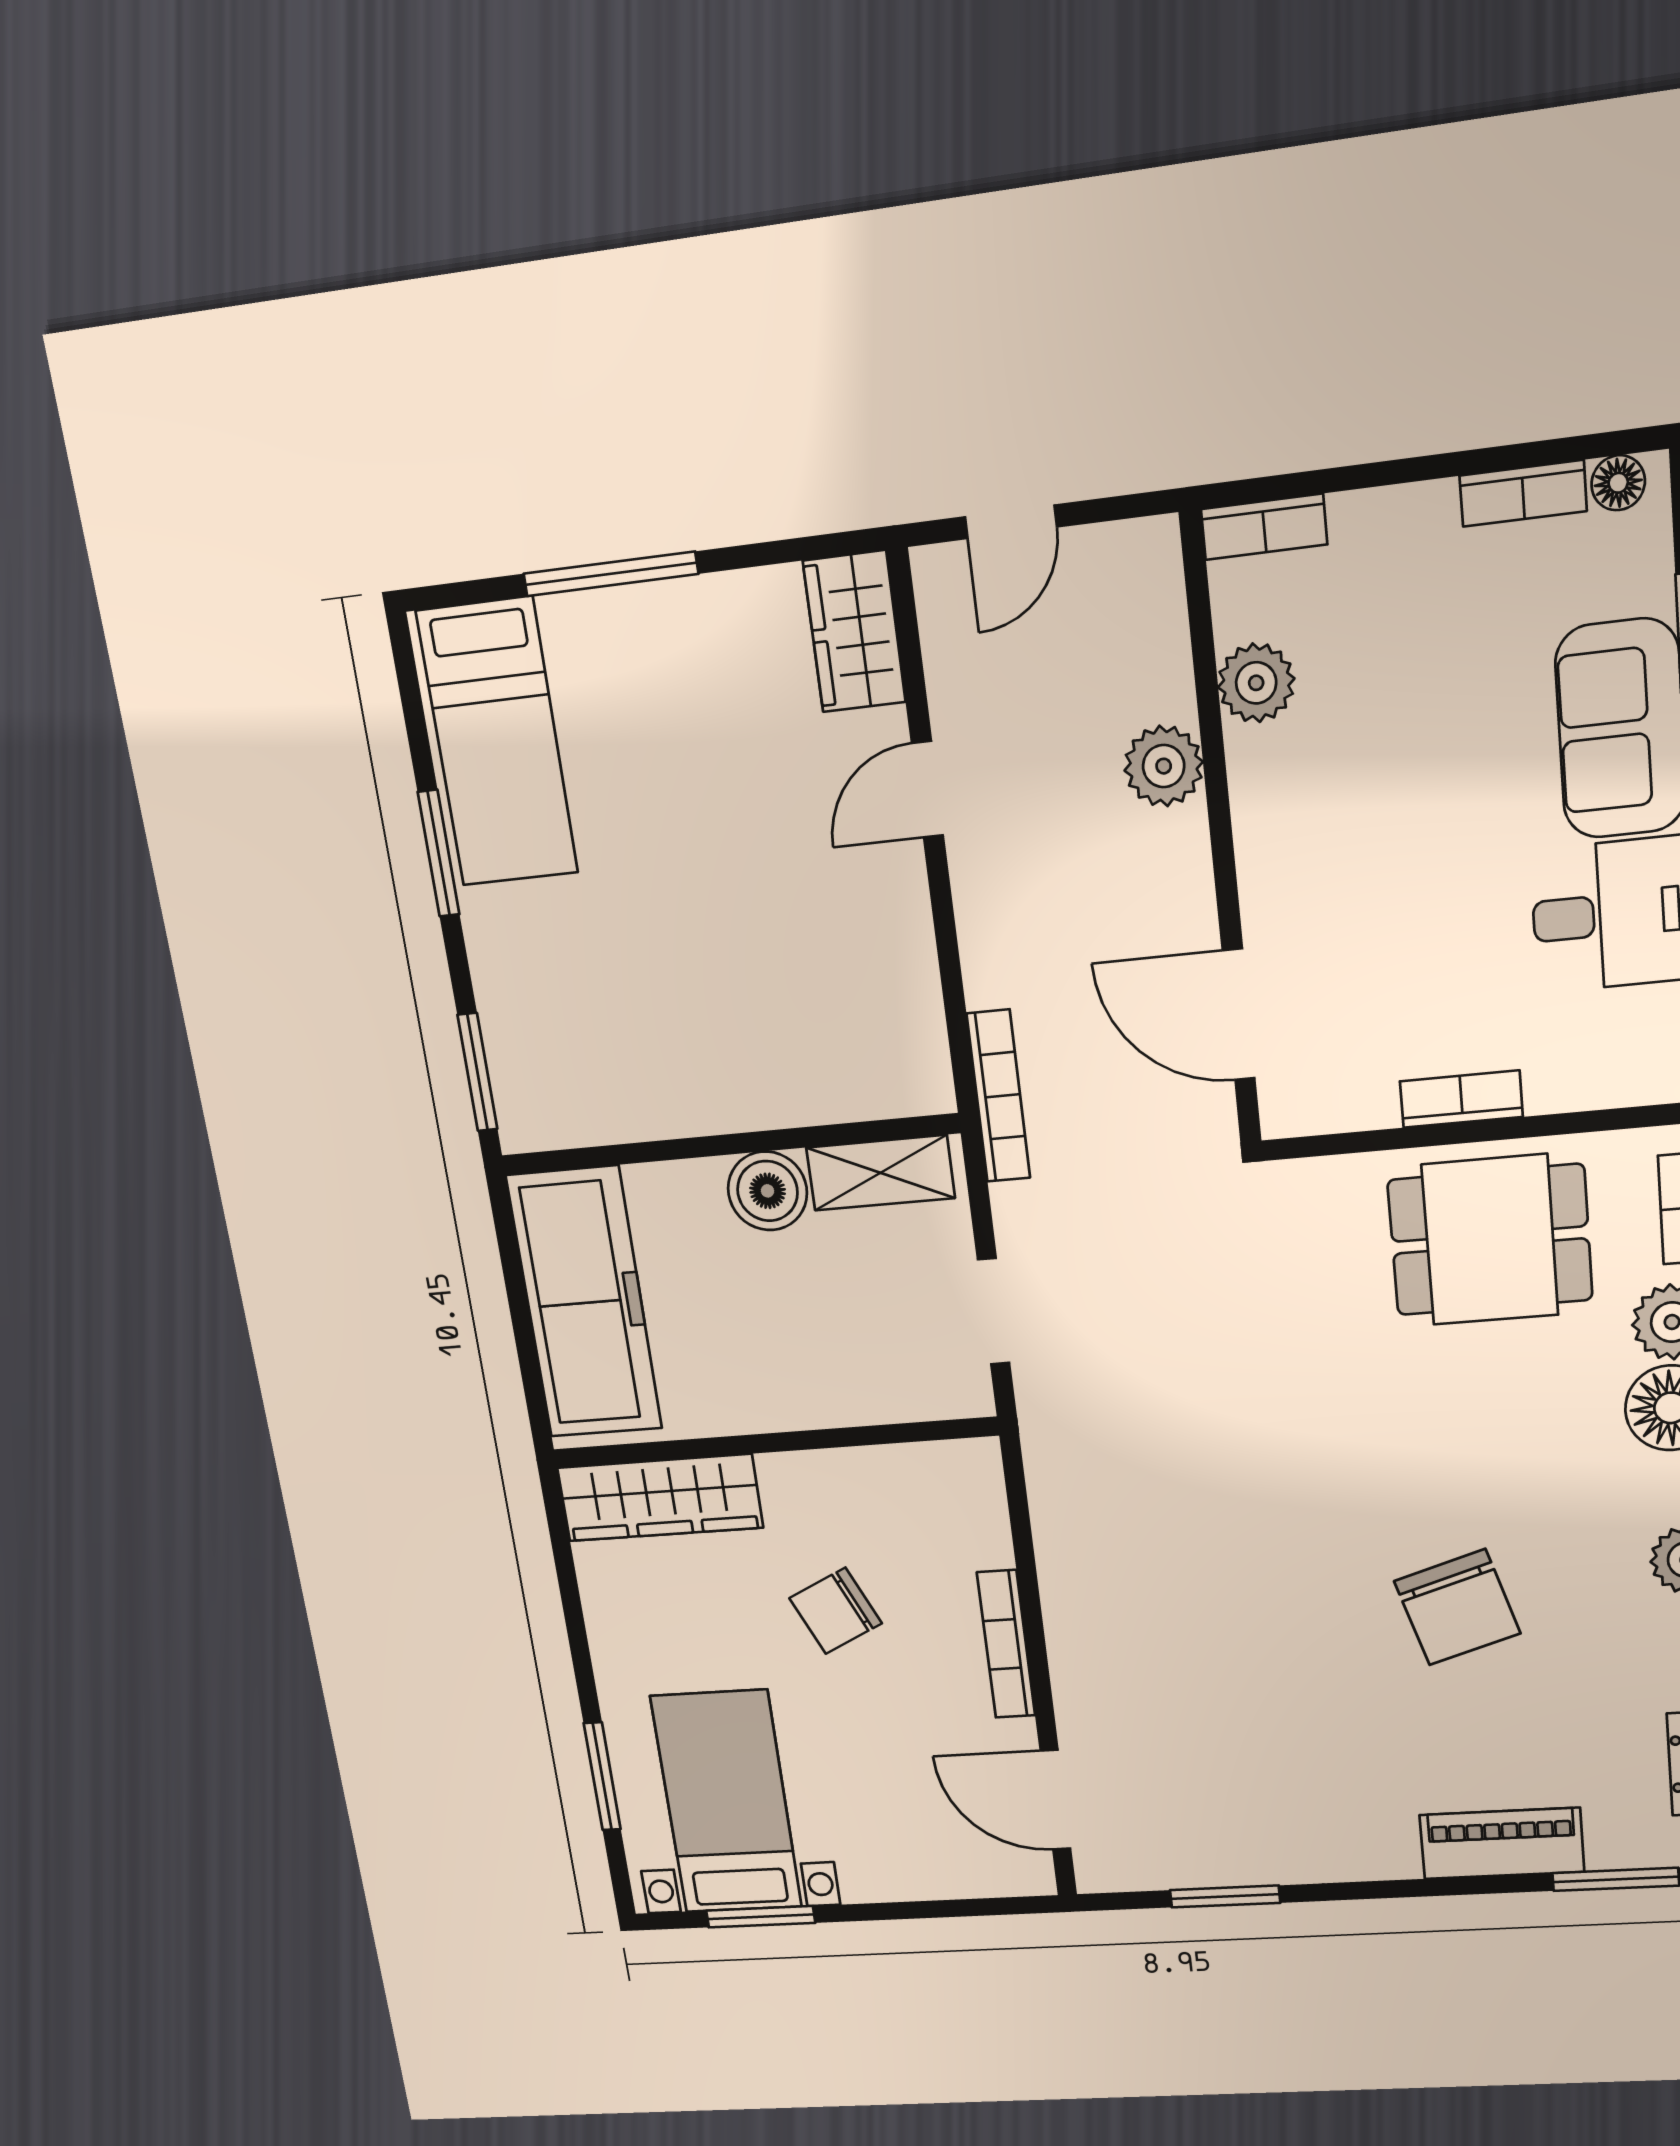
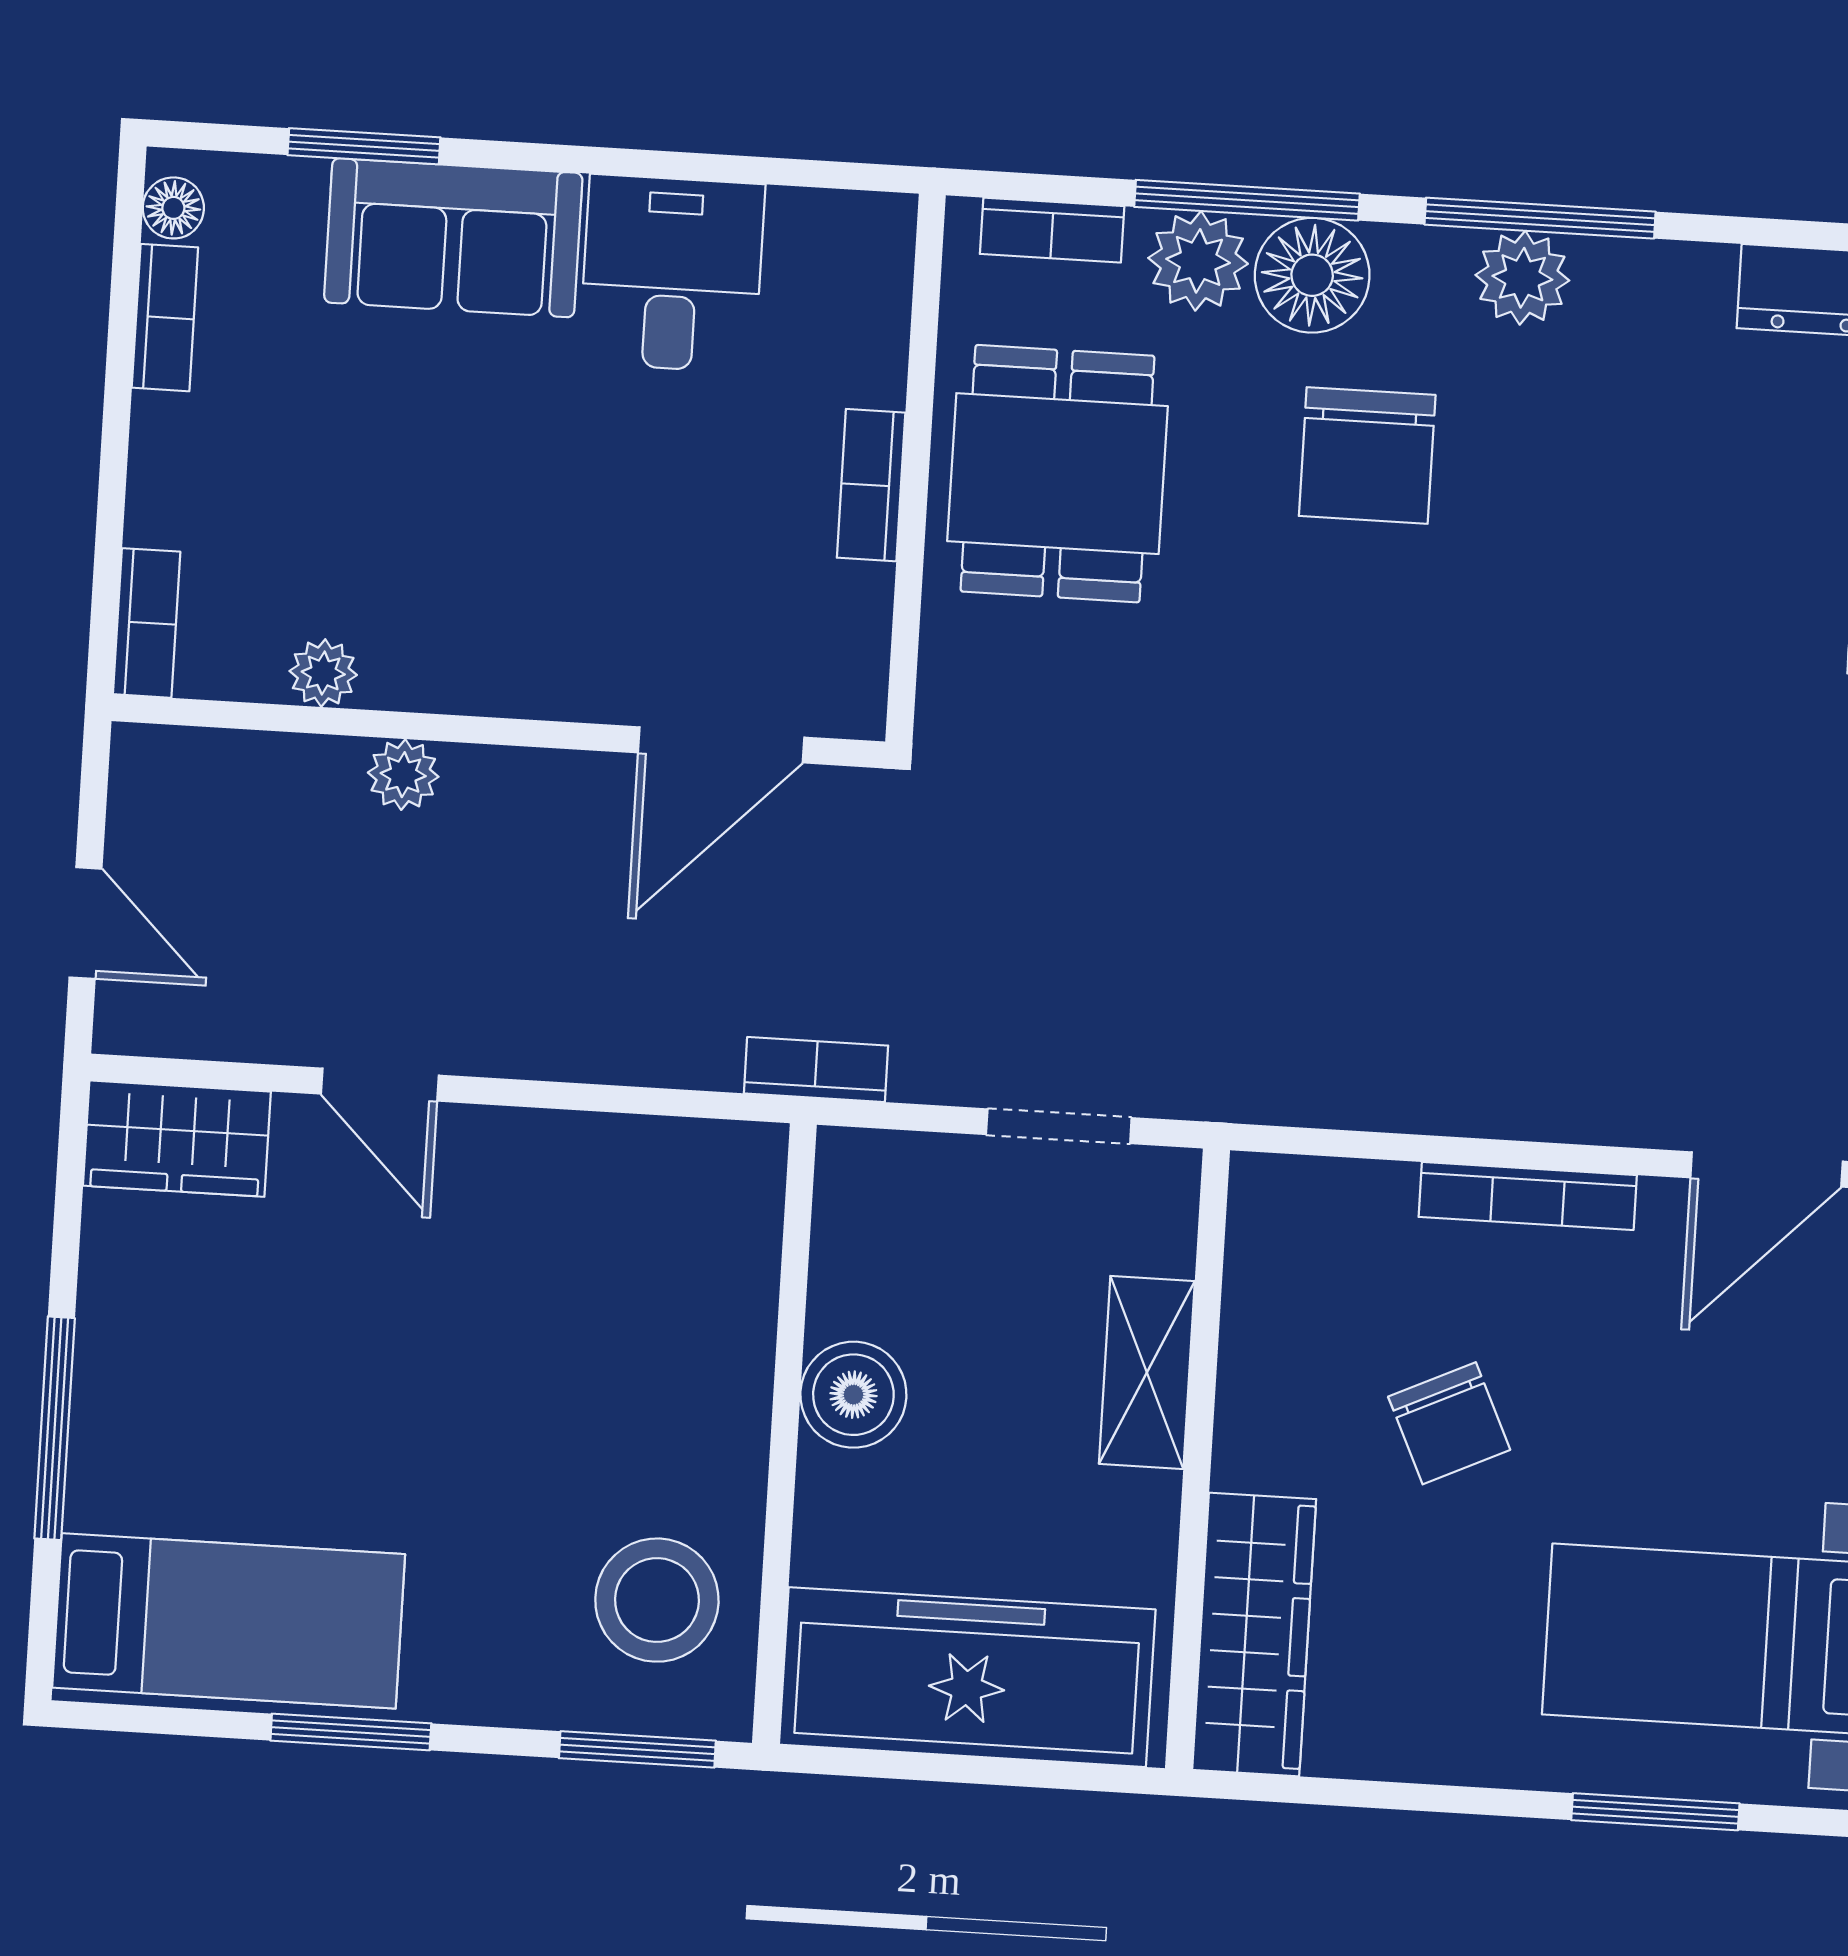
plant: (1256, 683) -> (323, 673), width x0.73, depth x0.73
plant: (1164, 766) -> (403, 775), width x0.73, depth x0.73
stool: (587, 1069) -> (657, 1600), added
bookcase: (998, 1096) -> (816, 1069), width x0.64
shelving: (880, 1173) -> (1147, 1372), moved
chair: (1457, 1607) -> (1367, 455), moved, turned 107

